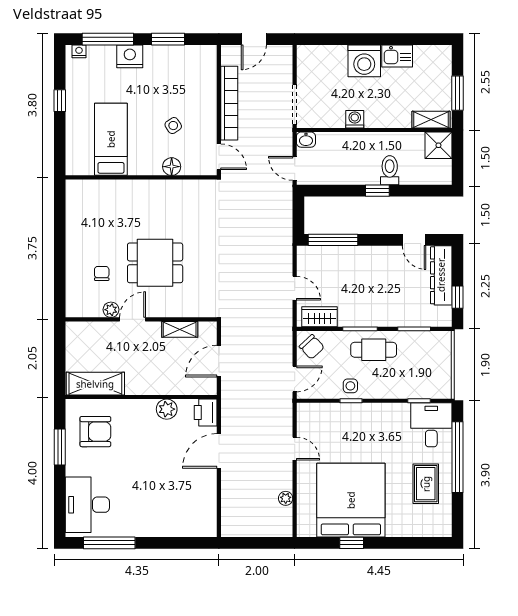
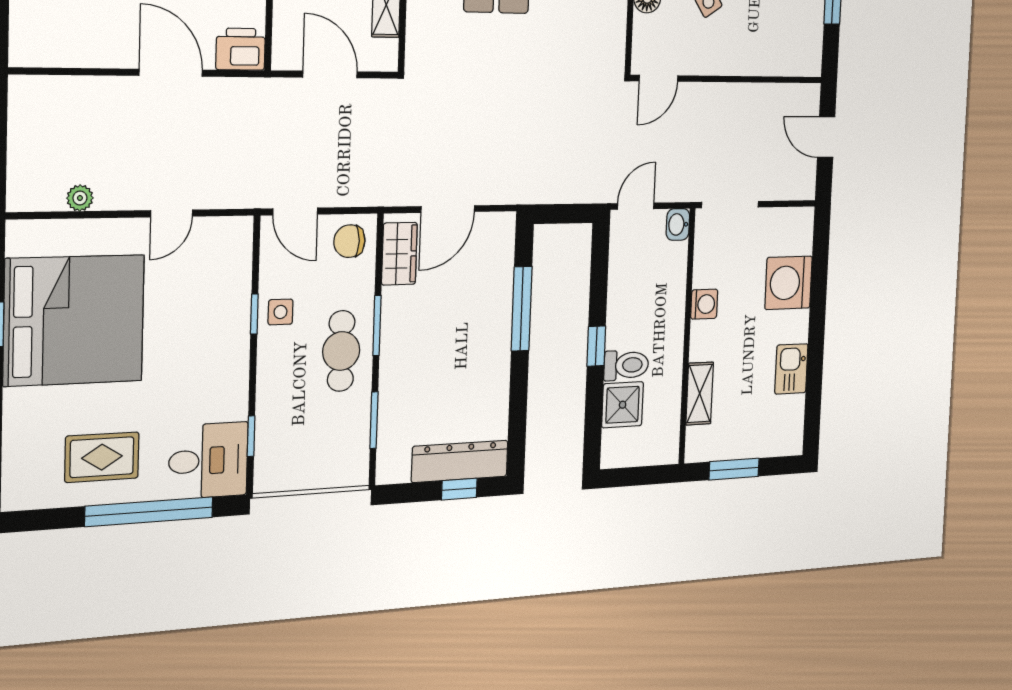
washing machine: (364, 61) -> (789, 283), moved
bookcase: (229, 103) -> (737, 96), removed
shelving: (431, 120) -> (700, 394), moved
shower: (438, 145) -> (623, 405), moved
window: (333, 240) -> (522, 309), moved
door: (414, 240) -> (518, 412), removed
door: (295, 288) -> (448, 209), width x1.38
window: (457, 297) -> (459, 489), moved
chair: (312, 347) -> (349, 241), turned 43

